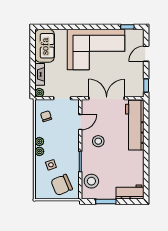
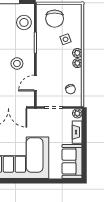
chair: (62, 185) -> (55, 19), turned 113

